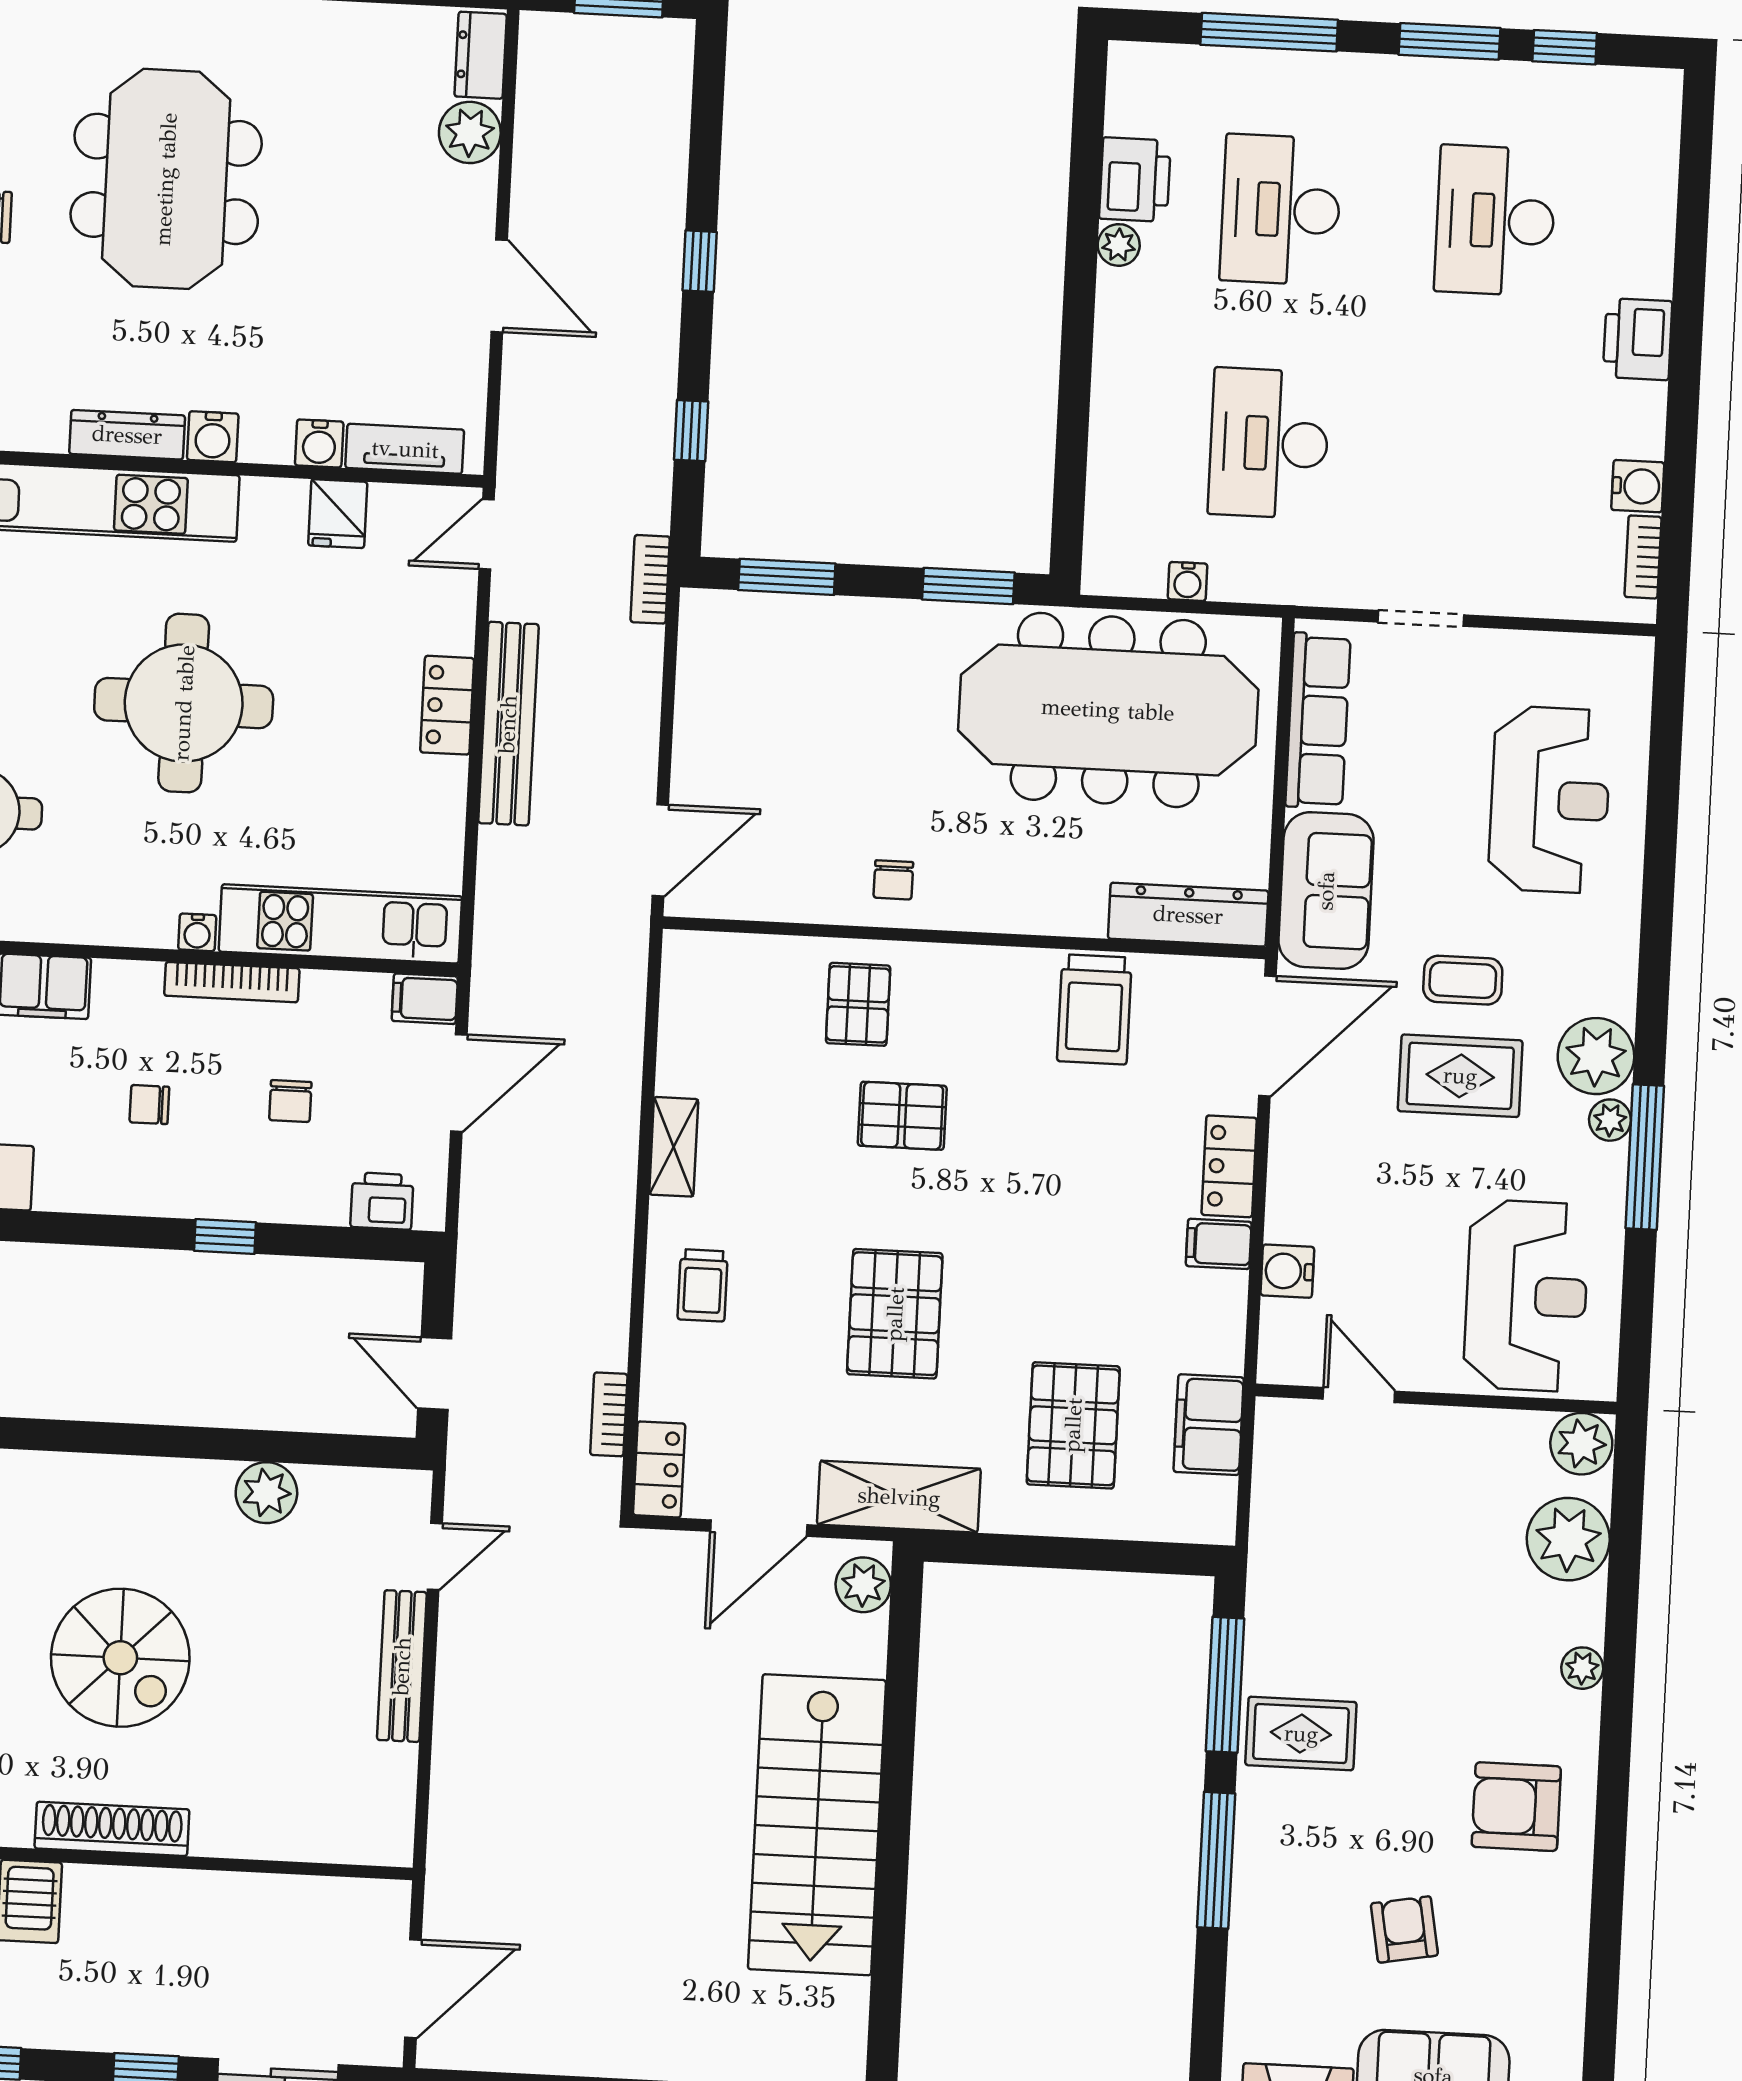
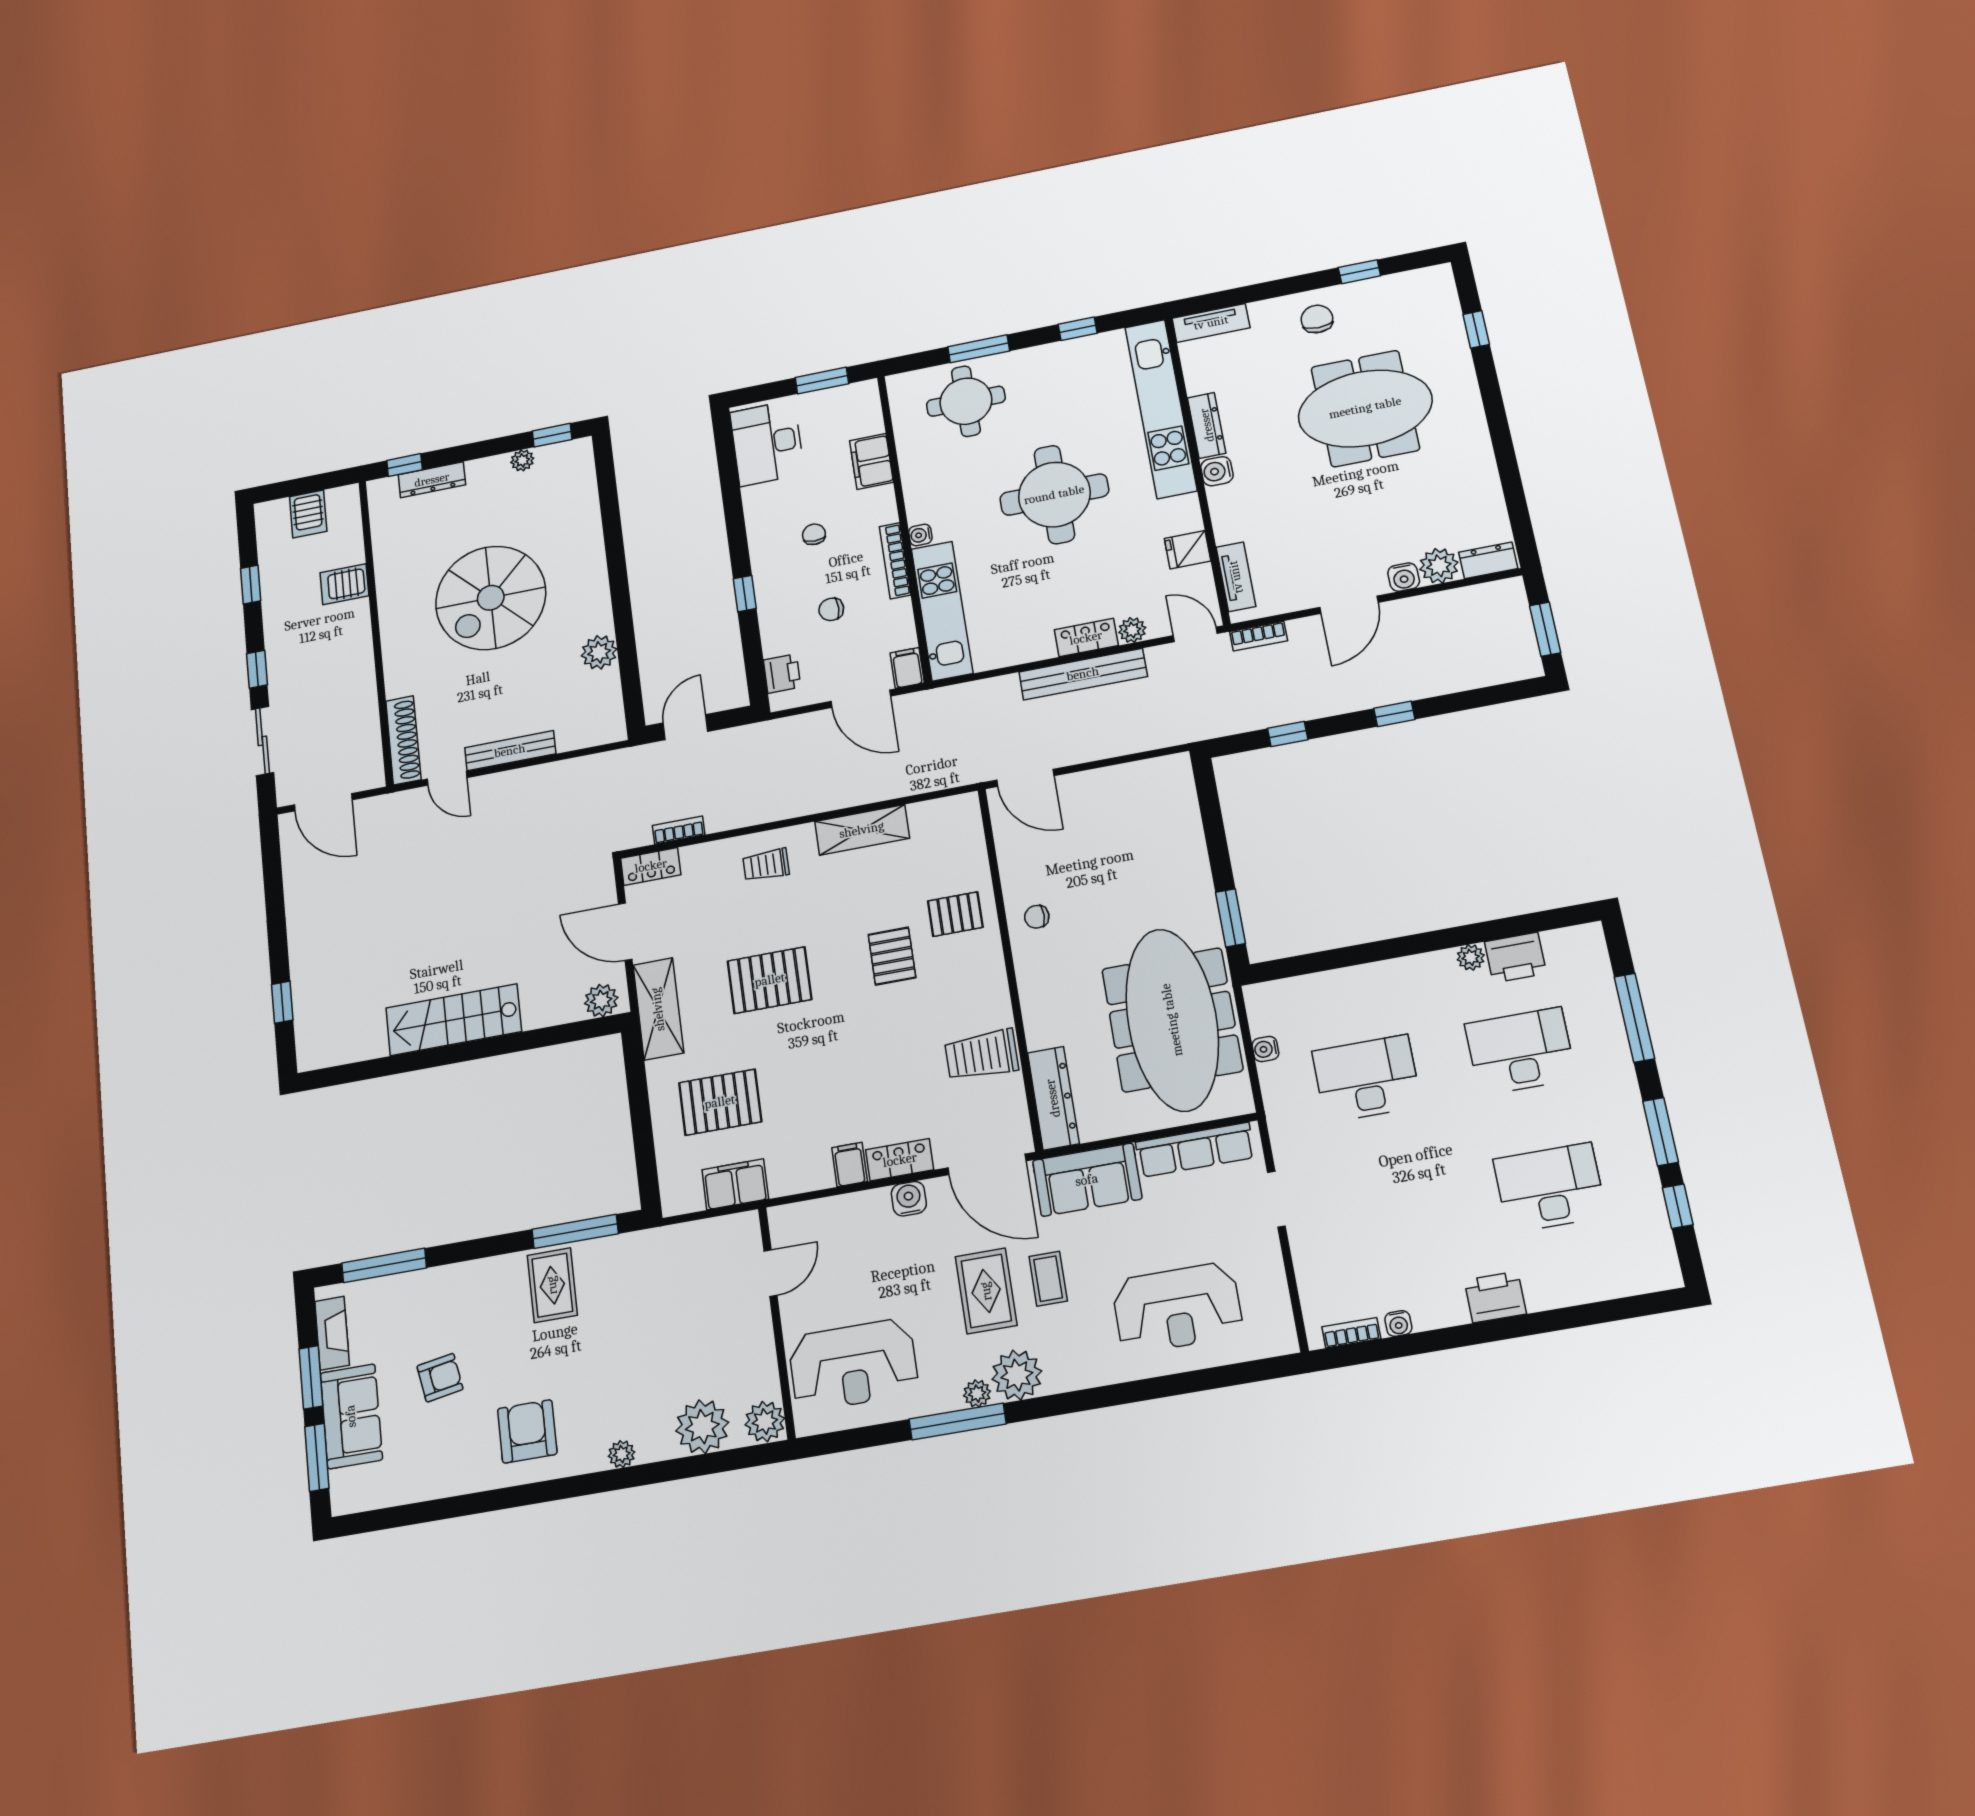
water cooler: (319, 444) -> (1404, 577), moved, turned -90
water cooler: (1638, 486) -> (1398, 1323), width x0.72, depth x0.72
window: (787, 577) -> (1211, 810), removed
bookcase: (650, 579) -> (1258, 636), moved, turned 180
plant: (453, 631) -> (1132, 630), added
shelving: (674, 1147) -> (862, 830), width x1.50, depth x1.33
water cooler: (1287, 1271) -> (909, 1199), moved
door: (435, 1556) -> (447, 778), moved
spiral stairs: (120, 1658) -> (491, 598), width x1.37, depth x1.37
stairs: (817, 1825) -> (454, 1020), width x0.73, depth x0.66
shoe rack: (112, 1829) -> (403, 740), moved
window: (1216, 1860) -> (384, 1265), moved

